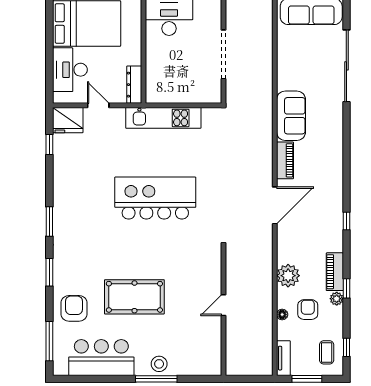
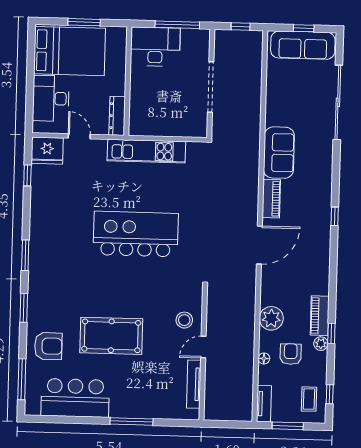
window: (346, 221) -> (335, 216), moved
armchair: (74, 308) -> (48, 346), turned 90
tv unit: (215, 341) -> (194, 384), added
stool: (159, 364) -> (184, 320), moved

